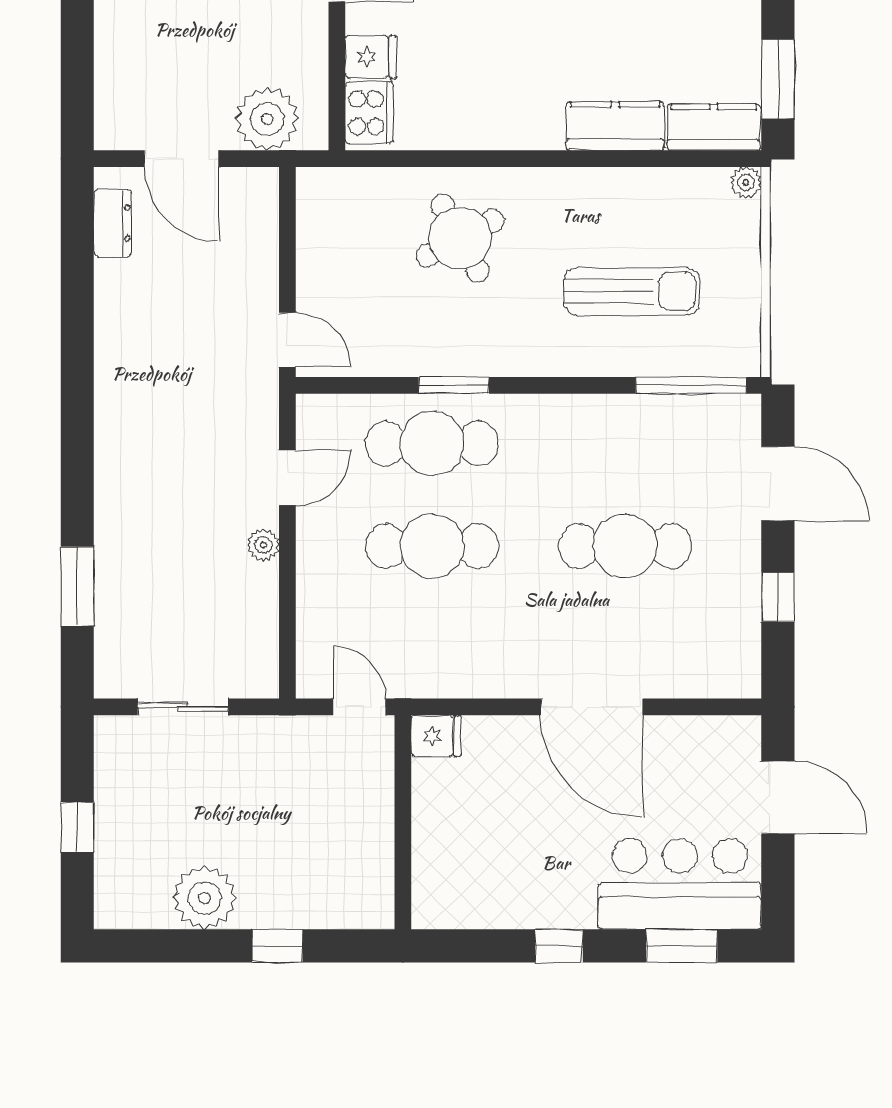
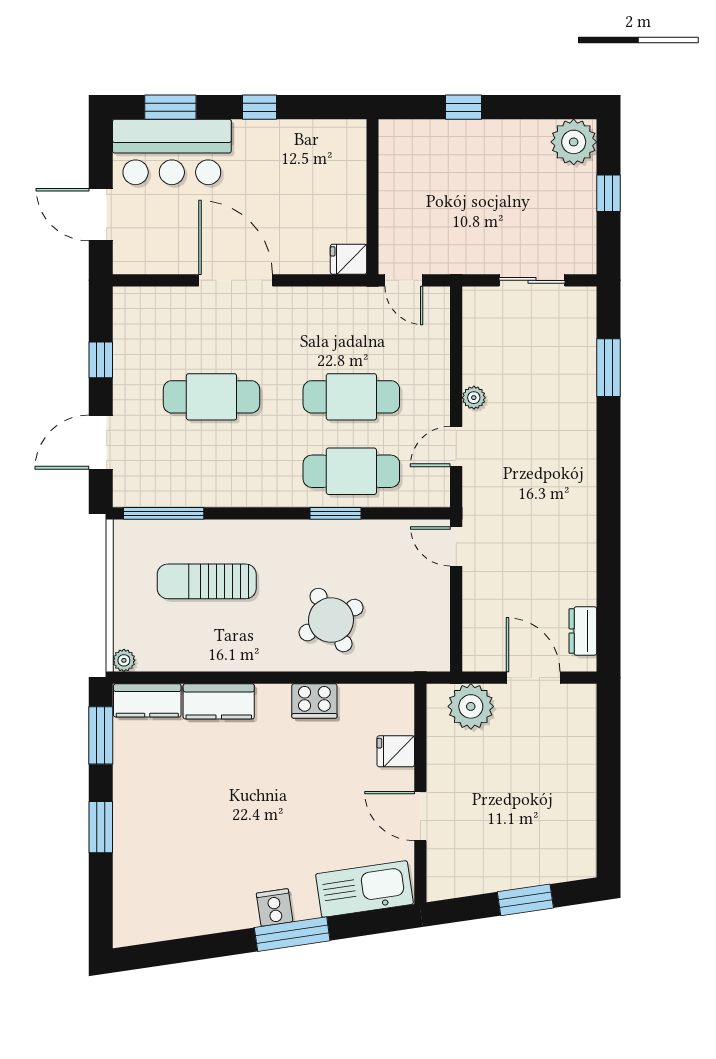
cooker: (369, 113) -> (314, 701), moved, turned -90
door: (778, 484) -> (101, 442), hinge flipped
plant: (205, 898) -> (574, 142), moved

